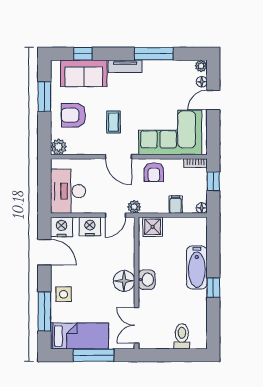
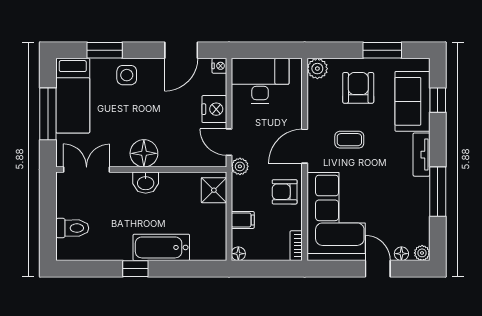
window: (213, 181) -> (273, 269), removed
nightstand: (62, 227) -> (219, 66), width x0.53, depth x0.56
window: (44, 311) -> (105, 50), width x0.69

